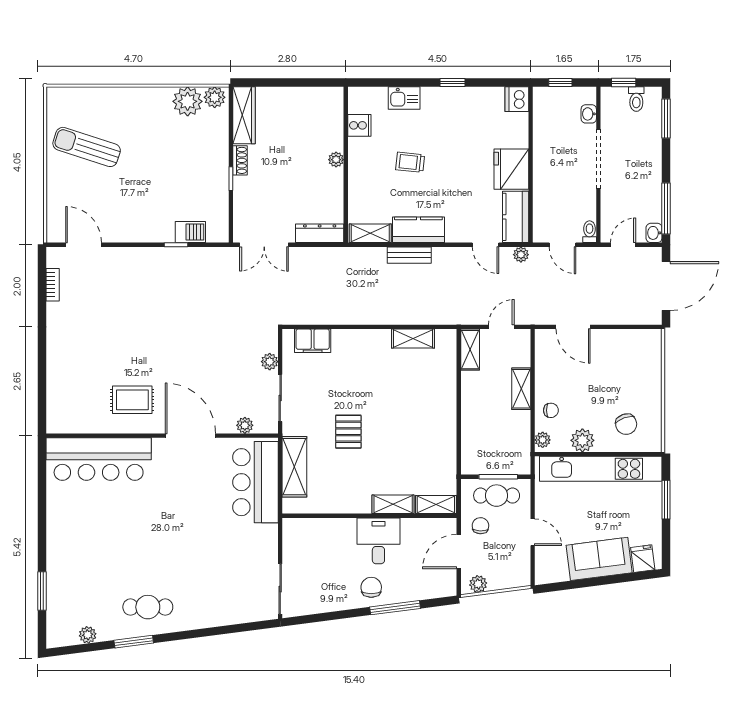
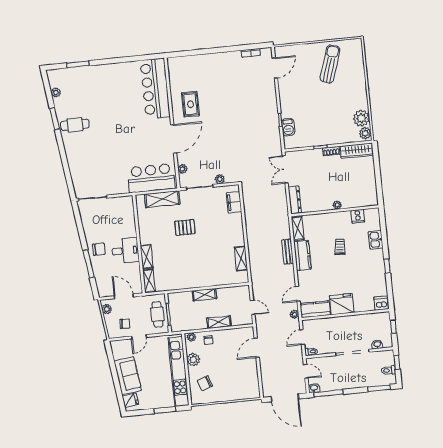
shelving: (470, 350) -> (204, 295), moved
chair: (480, 526) -> (125, 324), moved
cafe table: (148, 607) -> (75, 125), turned 90

